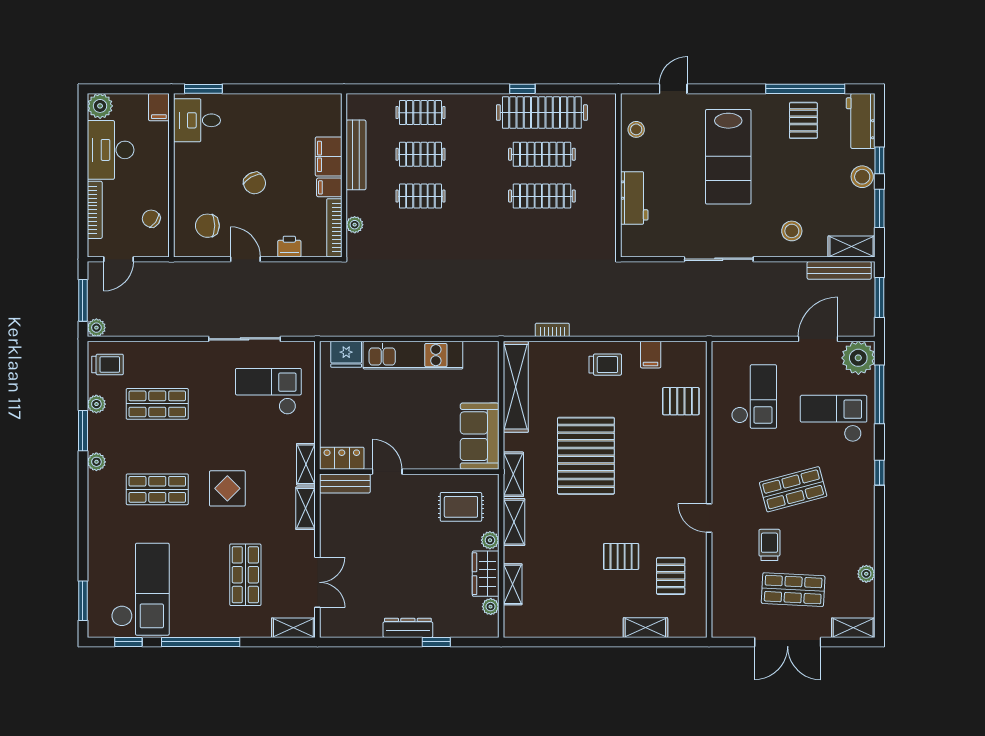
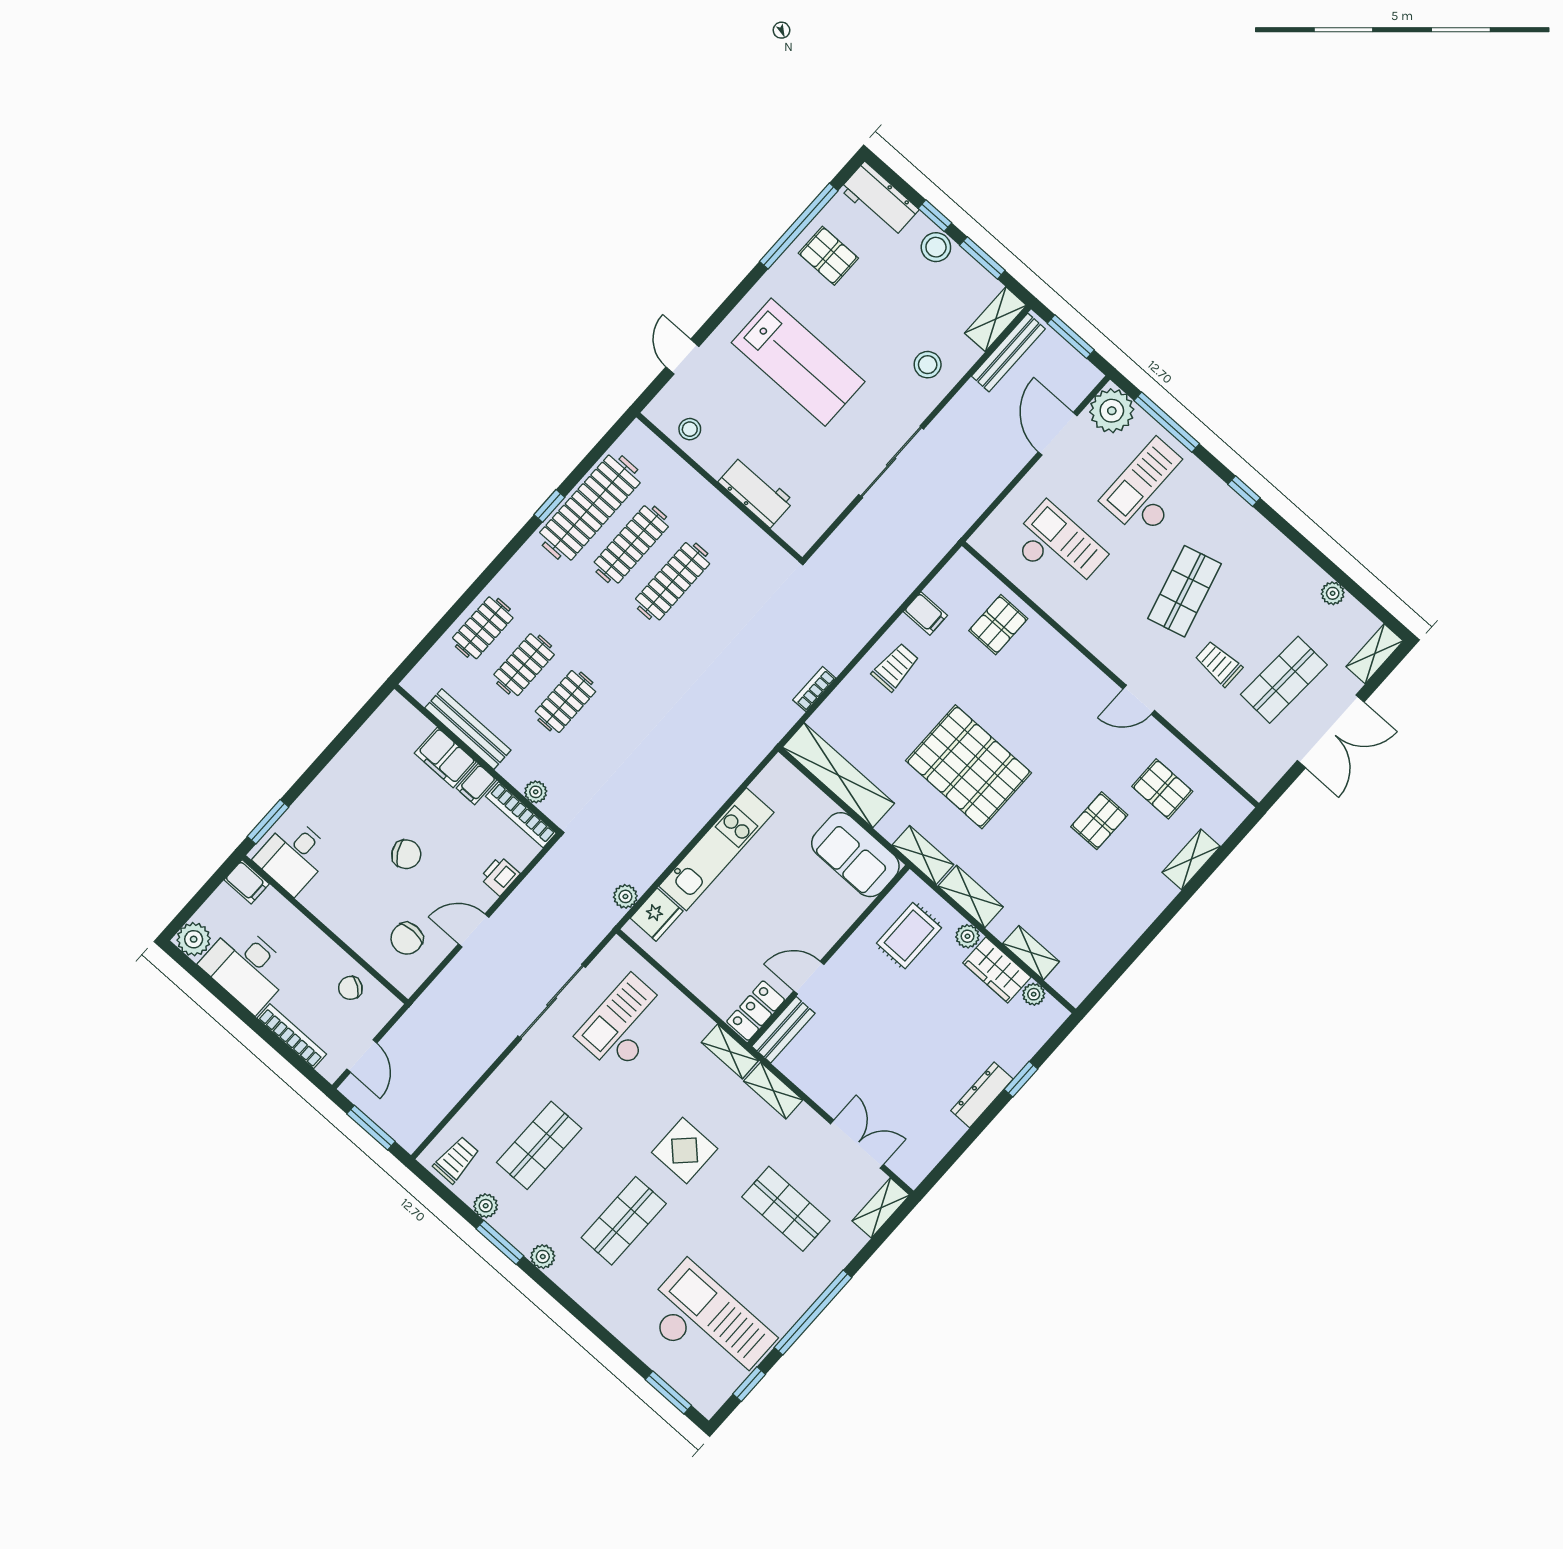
plant: (96, 328) -> (625, 896), moved

